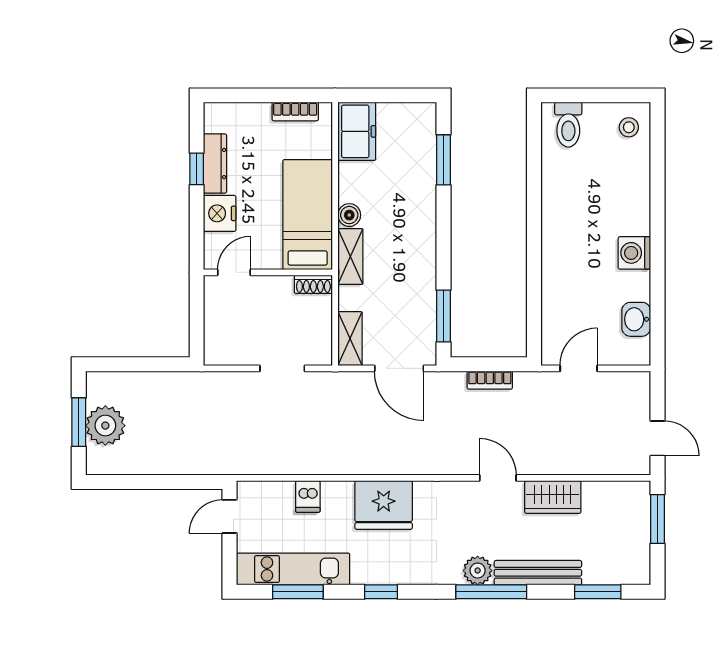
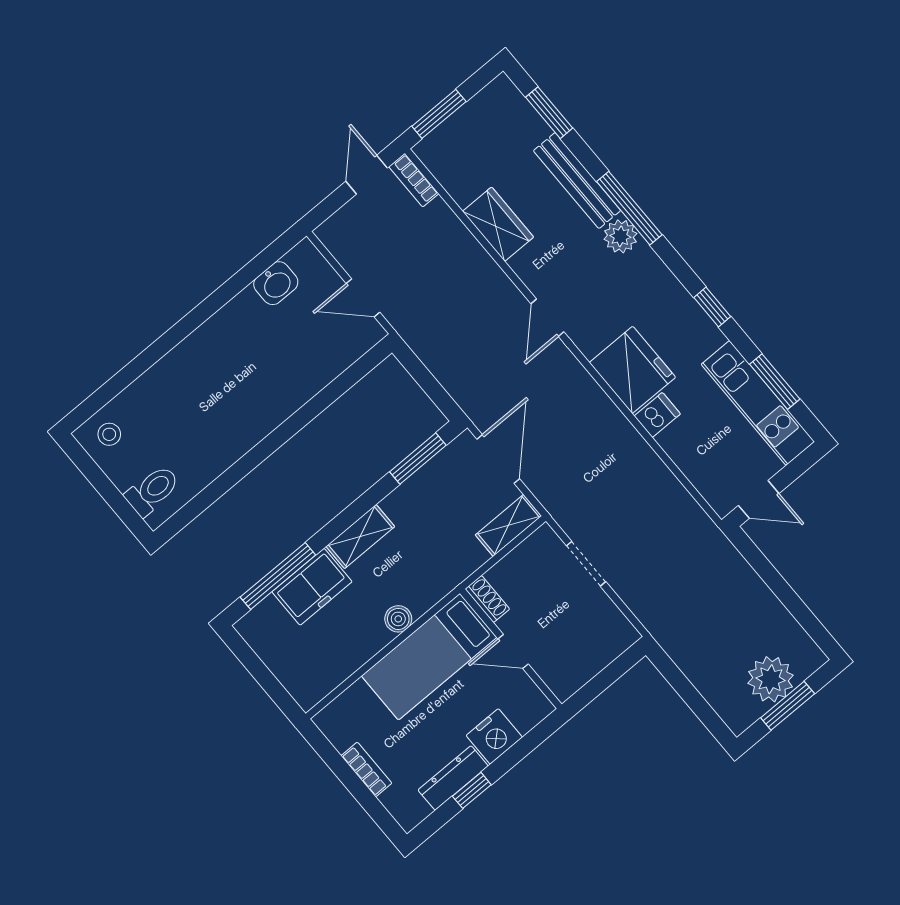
bookcase: (295, 111) -> (366, 769), moved
freezer: (357, 131) -> (312, 587), moved, turned 180
window: (443, 160) -> (278, 576), width x1.44
washing machine: (634, 253) -> (218, 335), removed
shelving: (350, 257) -> (360, 536), moved
door: (234, 272) -> (513, 651), moved
bookcase: (490, 380) -> (414, 180), moved, turned 180
door: (498, 478) -> (547, 318), moved
dishwasher: (308, 497) -> (657, 415), moved

